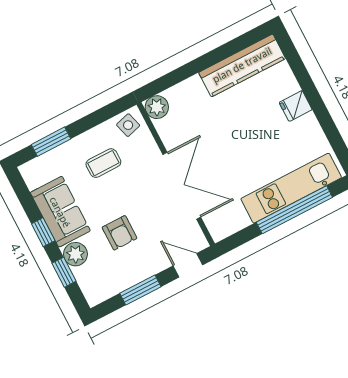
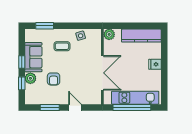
plant: (157, 107) -> (109, 34), moved
wall: (176, 174) -> (102, 67), moved
double door: (182, 186) -> (102, 73), moved

